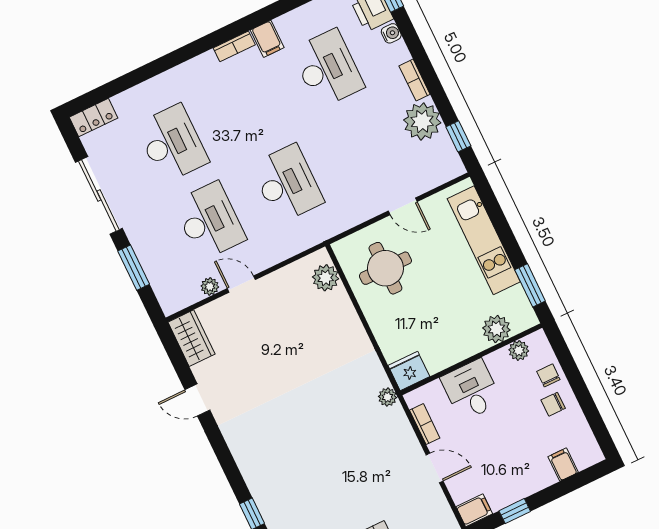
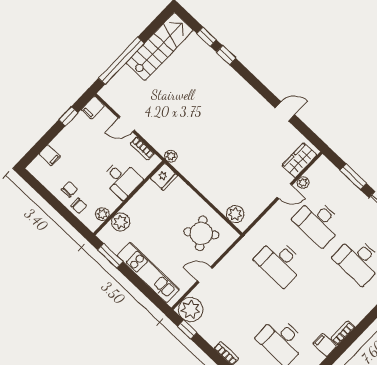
plant: (422, 121) -> (191, 309), moved
round table: (385, 268) -> (201, 233), turned -37
wardrobe: (191, 338) -> (299, 160), moved, turned 90

